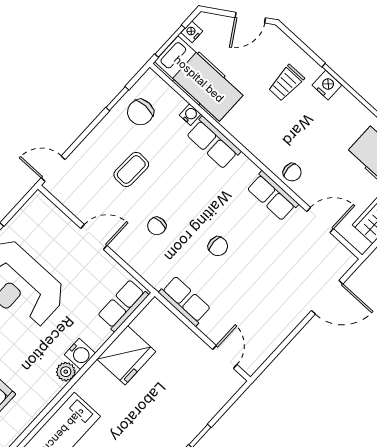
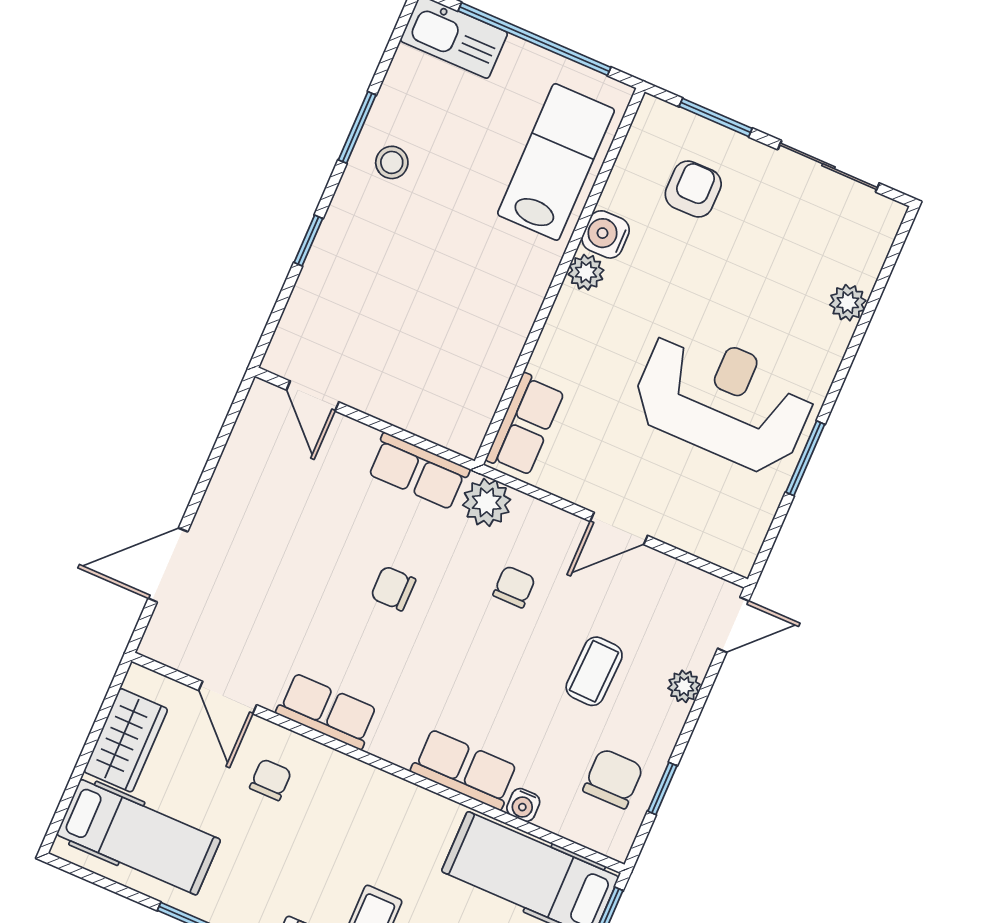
plant: (89, 146) -> (684, 686), added
chair: (292, 172) -> (271, 780), moved, turned 90
door: (320, 220) -> (228, 698), hinge flipped
plant: (156, 273) -> (487, 502), added
water cooler: (80, 354) -> (606, 234), moved
fridge: (126, 355) -> (489, 339), removed

